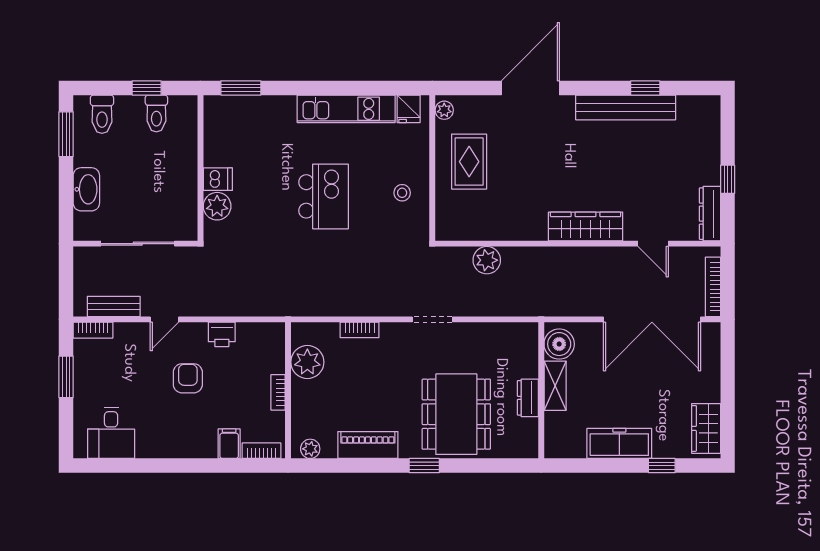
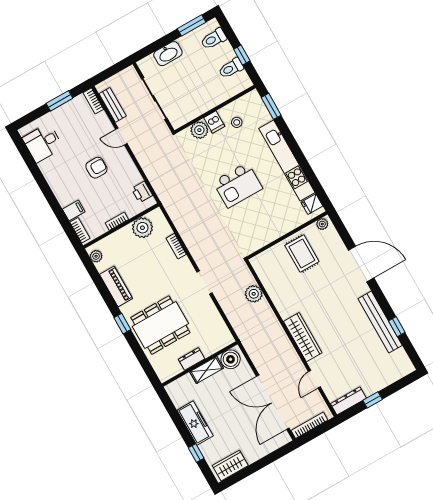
kitchen unit: (346, 109) -> (287, 160), width x1.36
rug: (469, 162) -> (302, 254), turned 90
stool: (402, 193) -> (237, 122), moved
printer: (222, 334) -> (142, 192), moved

